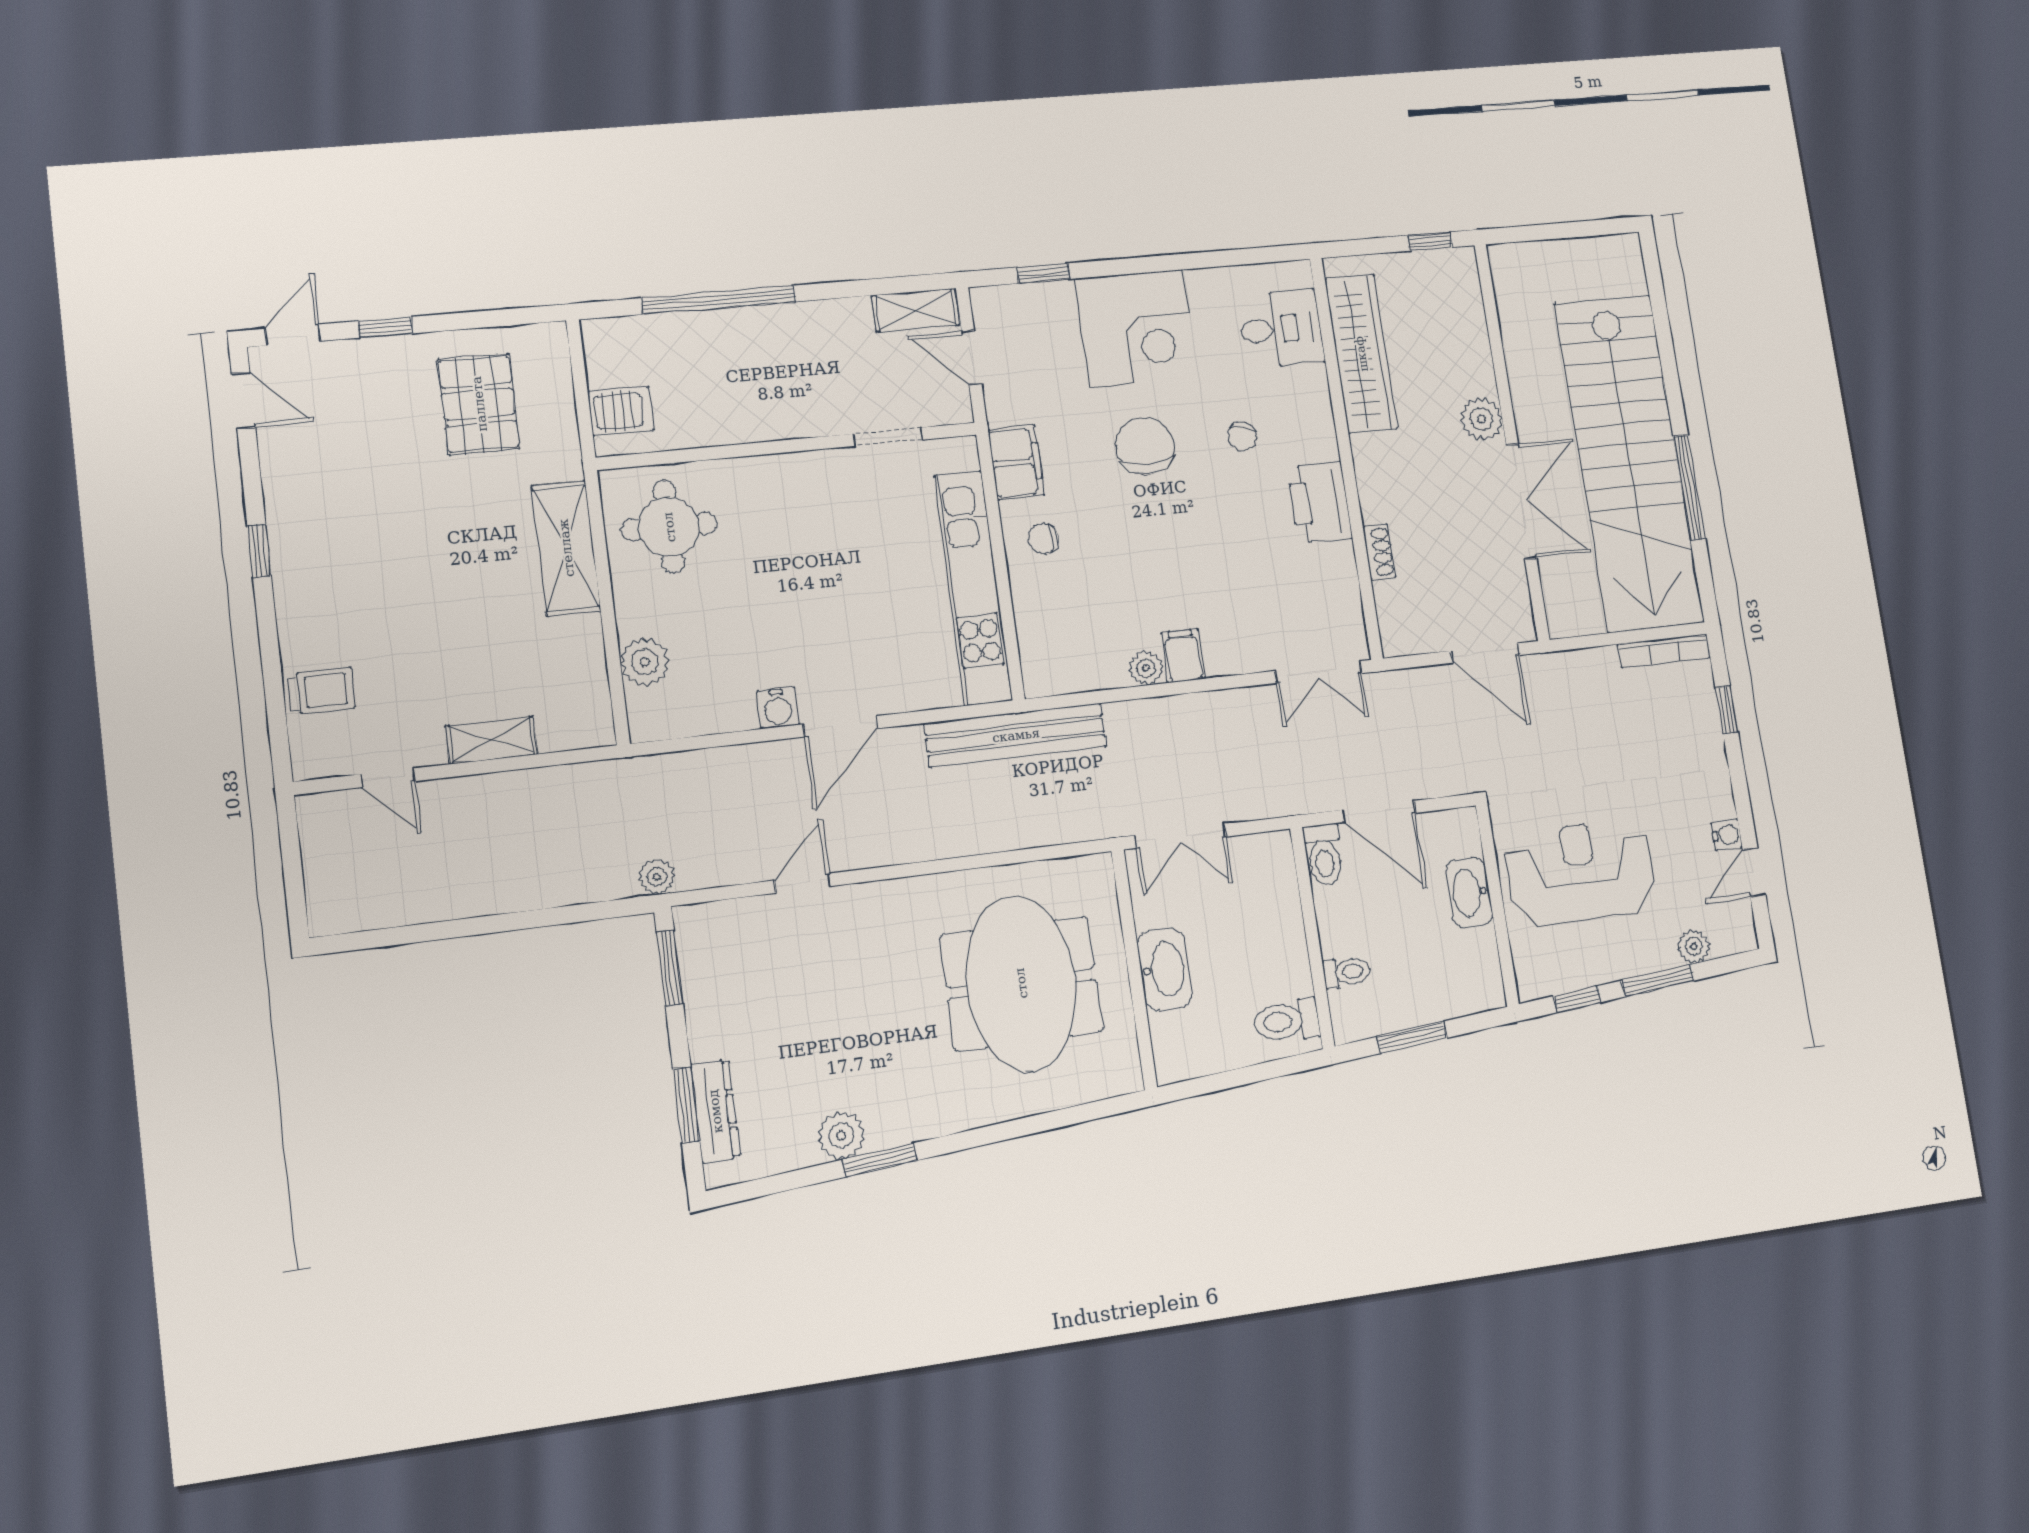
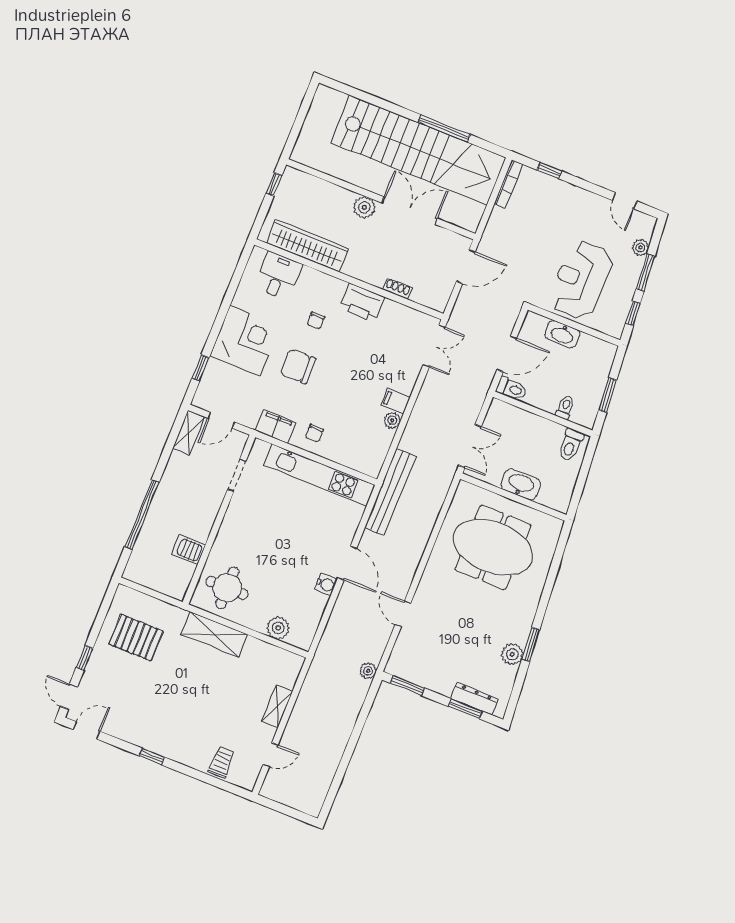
server rack: (621, 411) -> (188, 550), moved, turned -90
chair: (1242, 436) -> (316, 321), turned 76
water cooler: (1727, 835) -> (602, 204), removed

